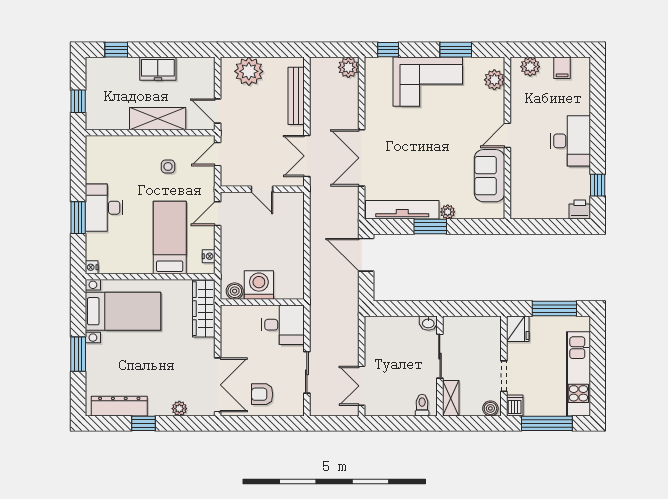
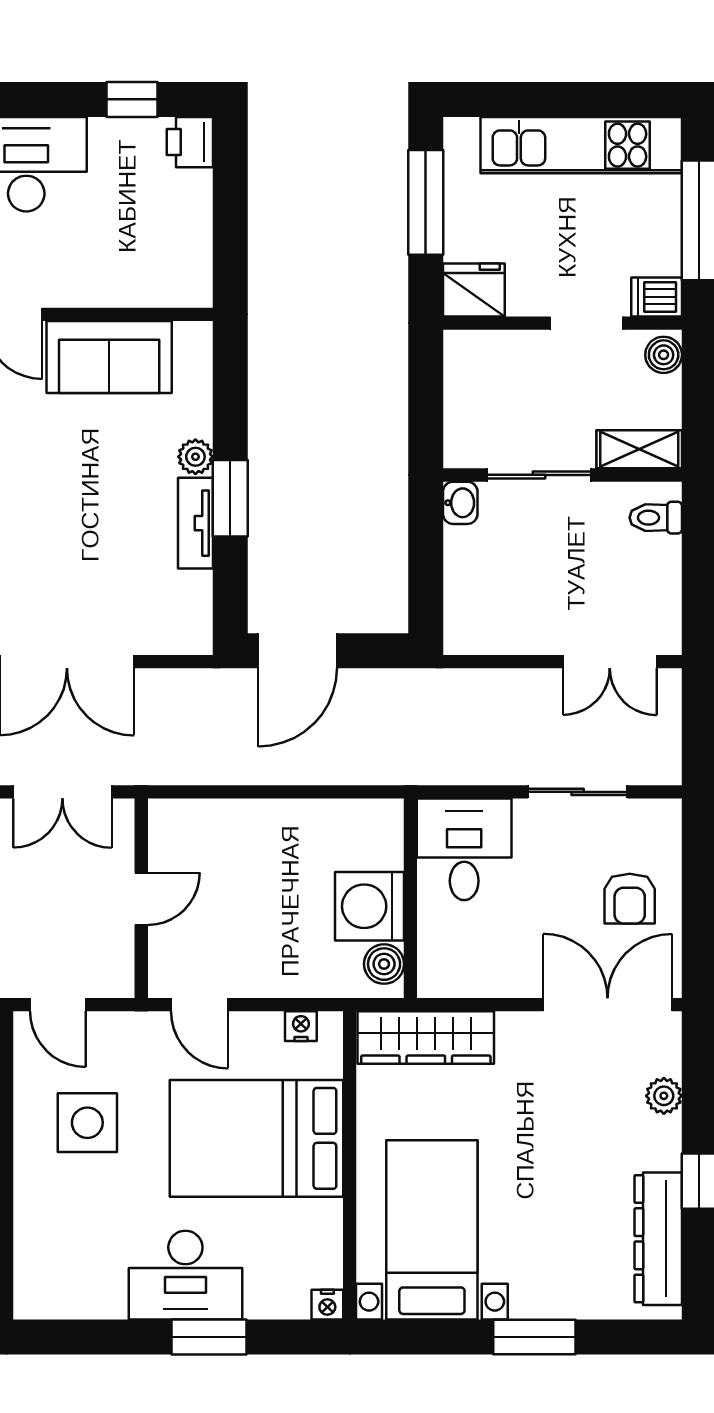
side table: (168, 166) -> (87, 1123), width x1.87, depth x1.87
tv unit: (402, 210) -> (196, 523), width x0.52, depth x0.78
bed: (170, 238) -> (257, 1138), width x1.50

